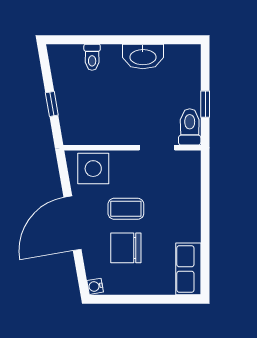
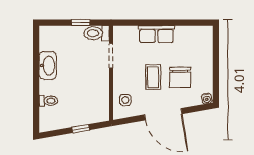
side table: (93, 169) -> (125, 100), width x0.54, depth x0.54
row of seats: (188, 269) -> (156, 34), moved

